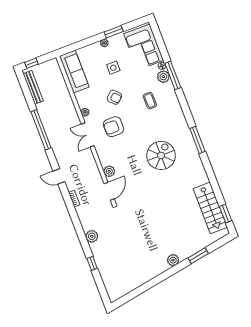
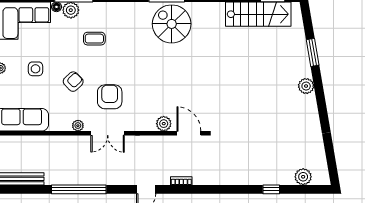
armchair: (114, 127) -> (110, 97), turned 180
spiral stairs: (161, 155) -> (172, 24), moved
plant: (92, 236) -> (303, 177), moved

